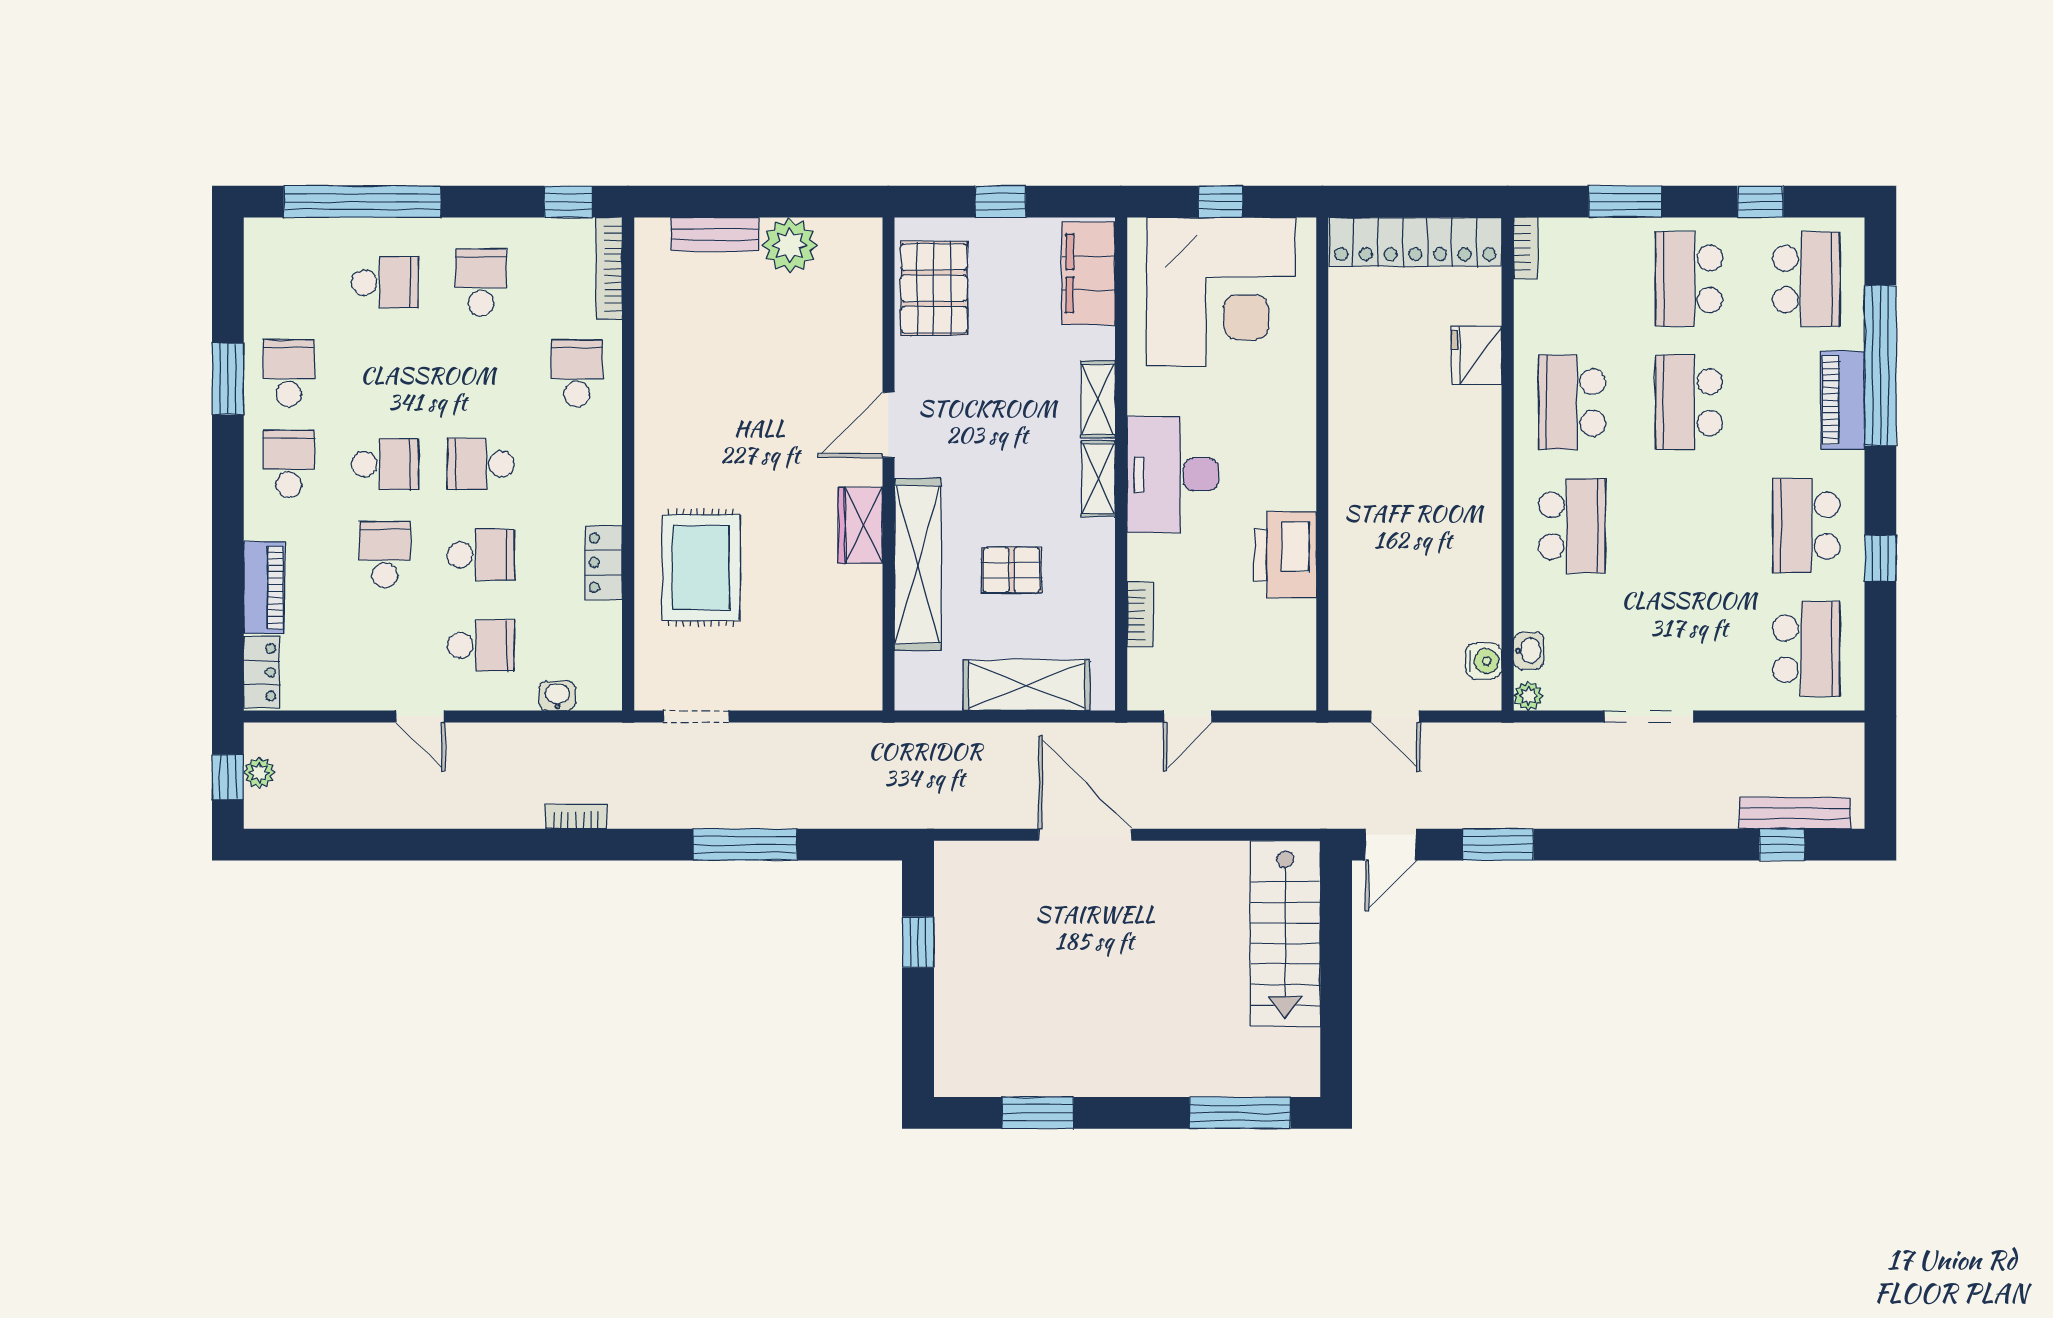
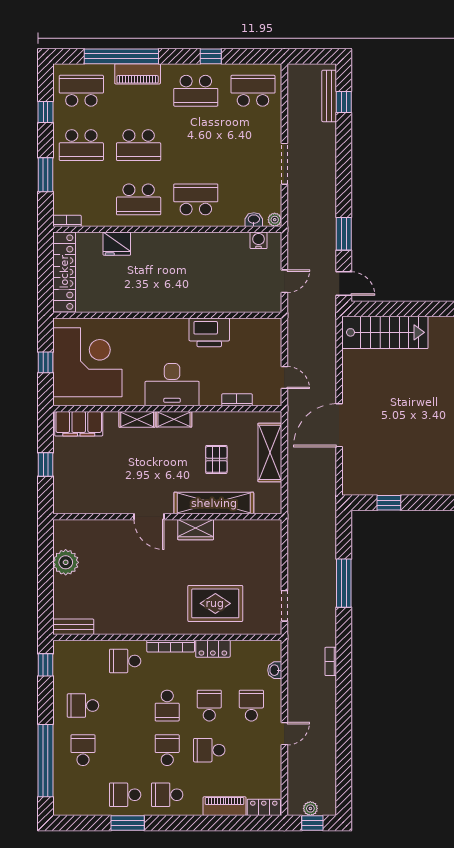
bench: (715, 234) -> (73, 627), moved, turned 90
bookcase: (609, 268) -> (171, 646), moved
pallet: (934, 288) -> (86, 495), removed

